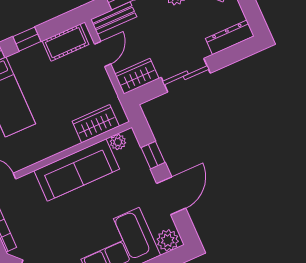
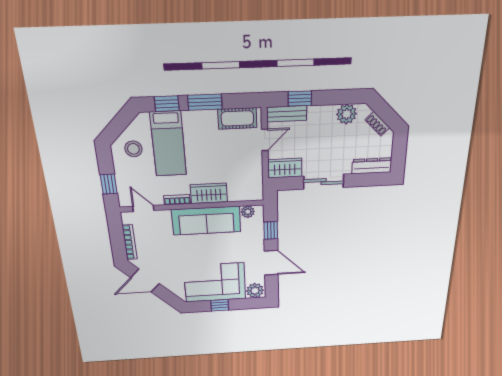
window: (27, 39) -> (205, 102), width x1.50
wardrobe: (96, 124) -> (209, 193), moved
bookcase: (36, 157) -> (177, 200), added
door: (171, 196) -> (271, 263), hinge flipped

